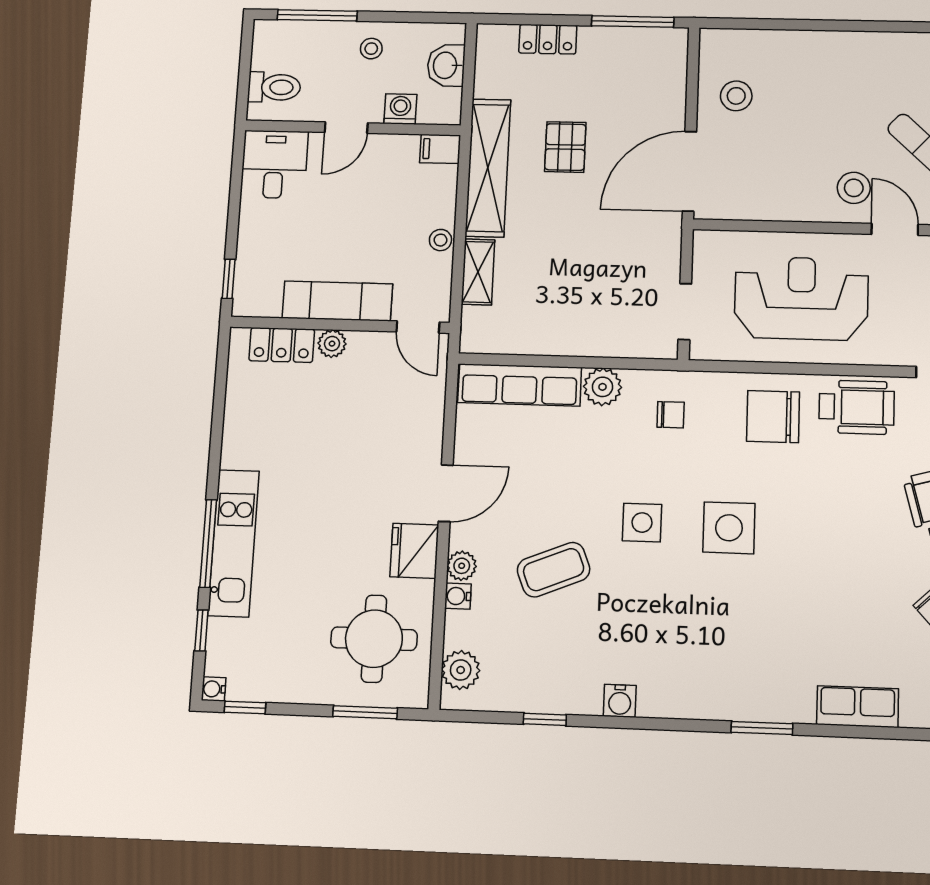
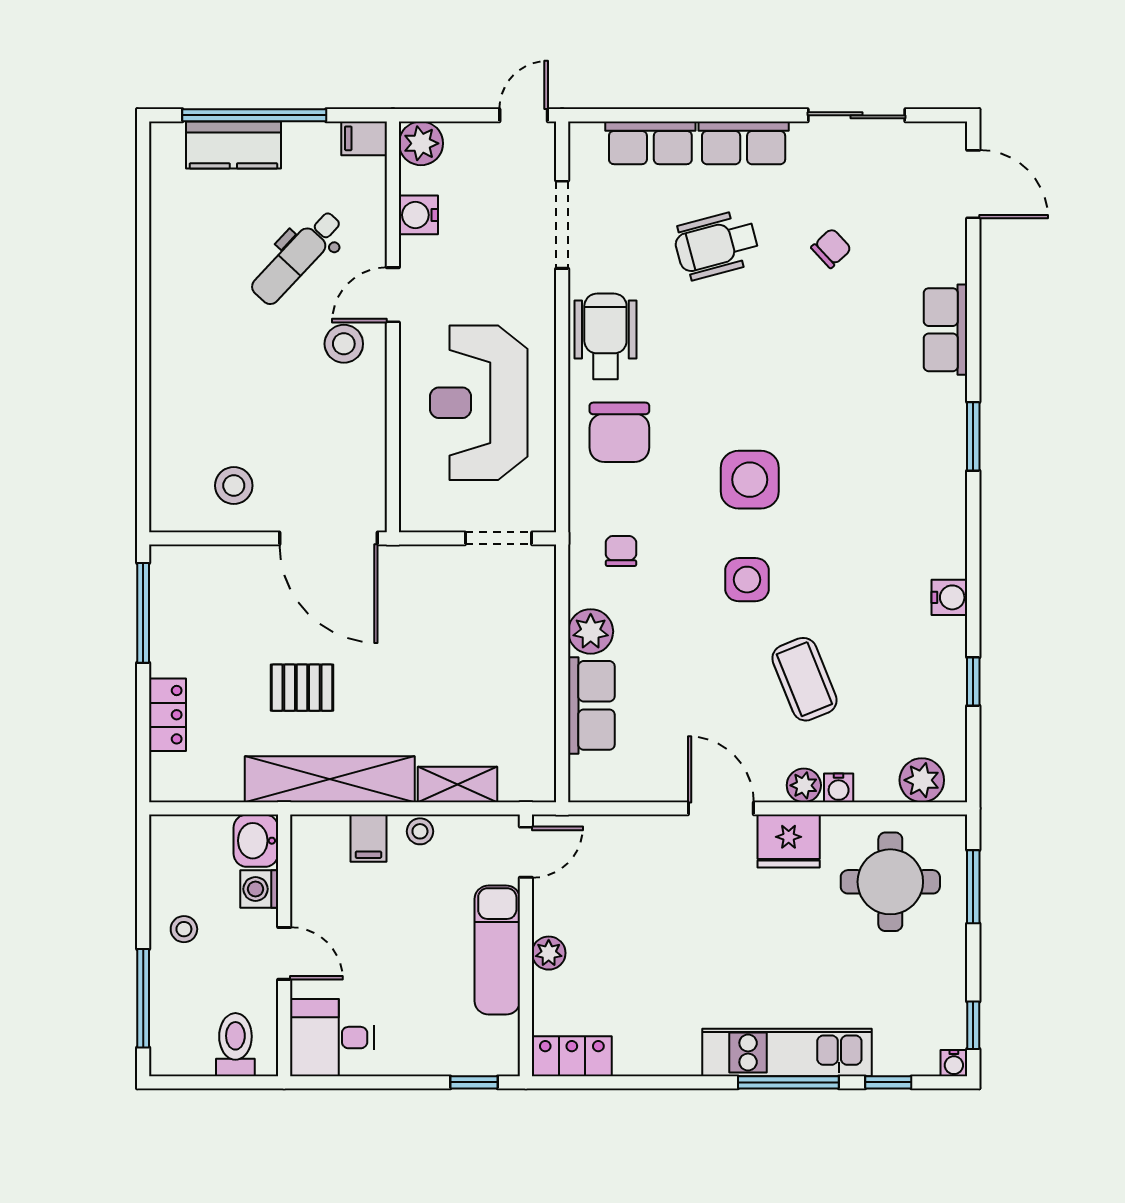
washbasin: (446, 65) -> (256, 841), moved, turned 90
filing cabinet: (440, 149) -> (368, 838), moved
locker: (282, 345) -> (572, 1056), moved, turned -90
row of seats: (520, 385) -> (591, 705), width x0.68

